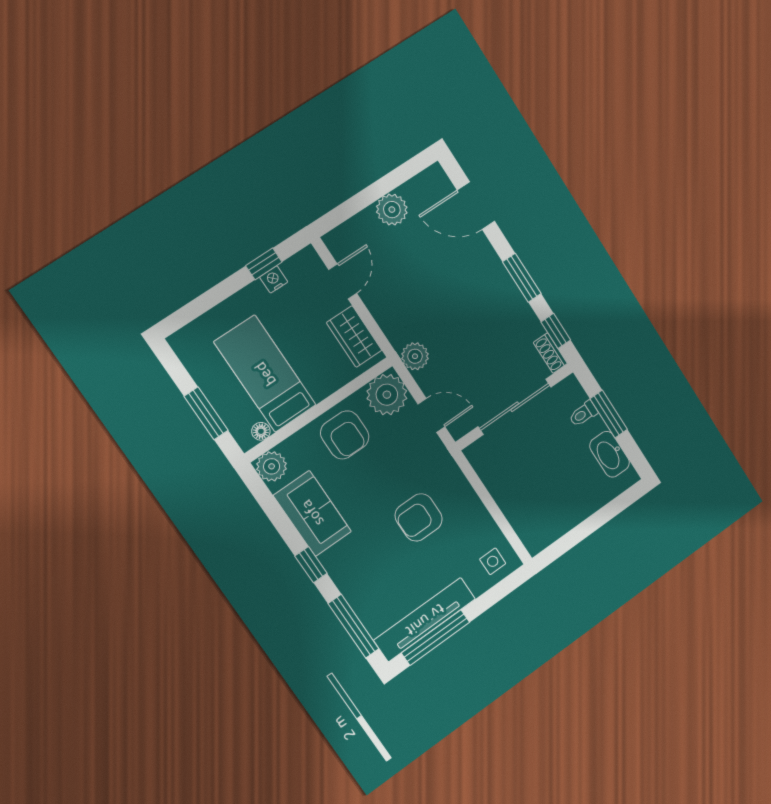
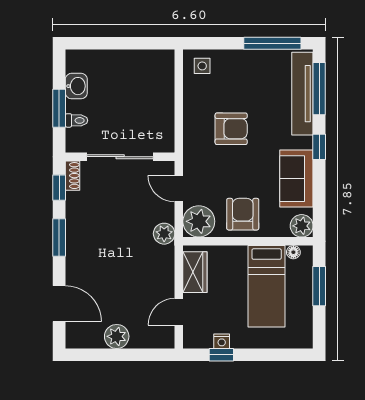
washbasin: (610, 454) -> (76, 86), width x0.72
tv unit: (425, 620) -> (302, 94), moved, turned 90

